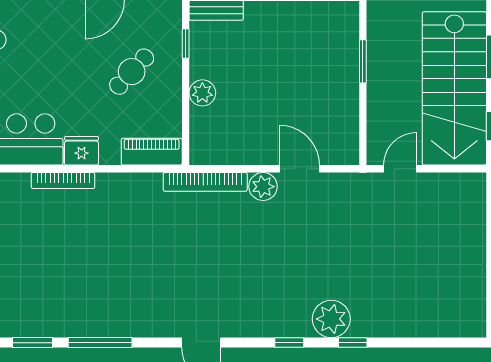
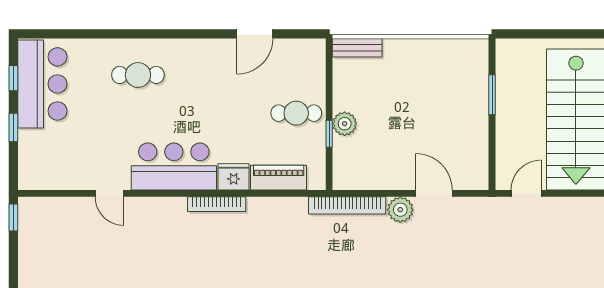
window: (186, 44) -> (329, 134), moved
cafe table: (132, 72) -> (296, 113), moved, turned 47
piano: (152, 152) -> (279, 178), moved

